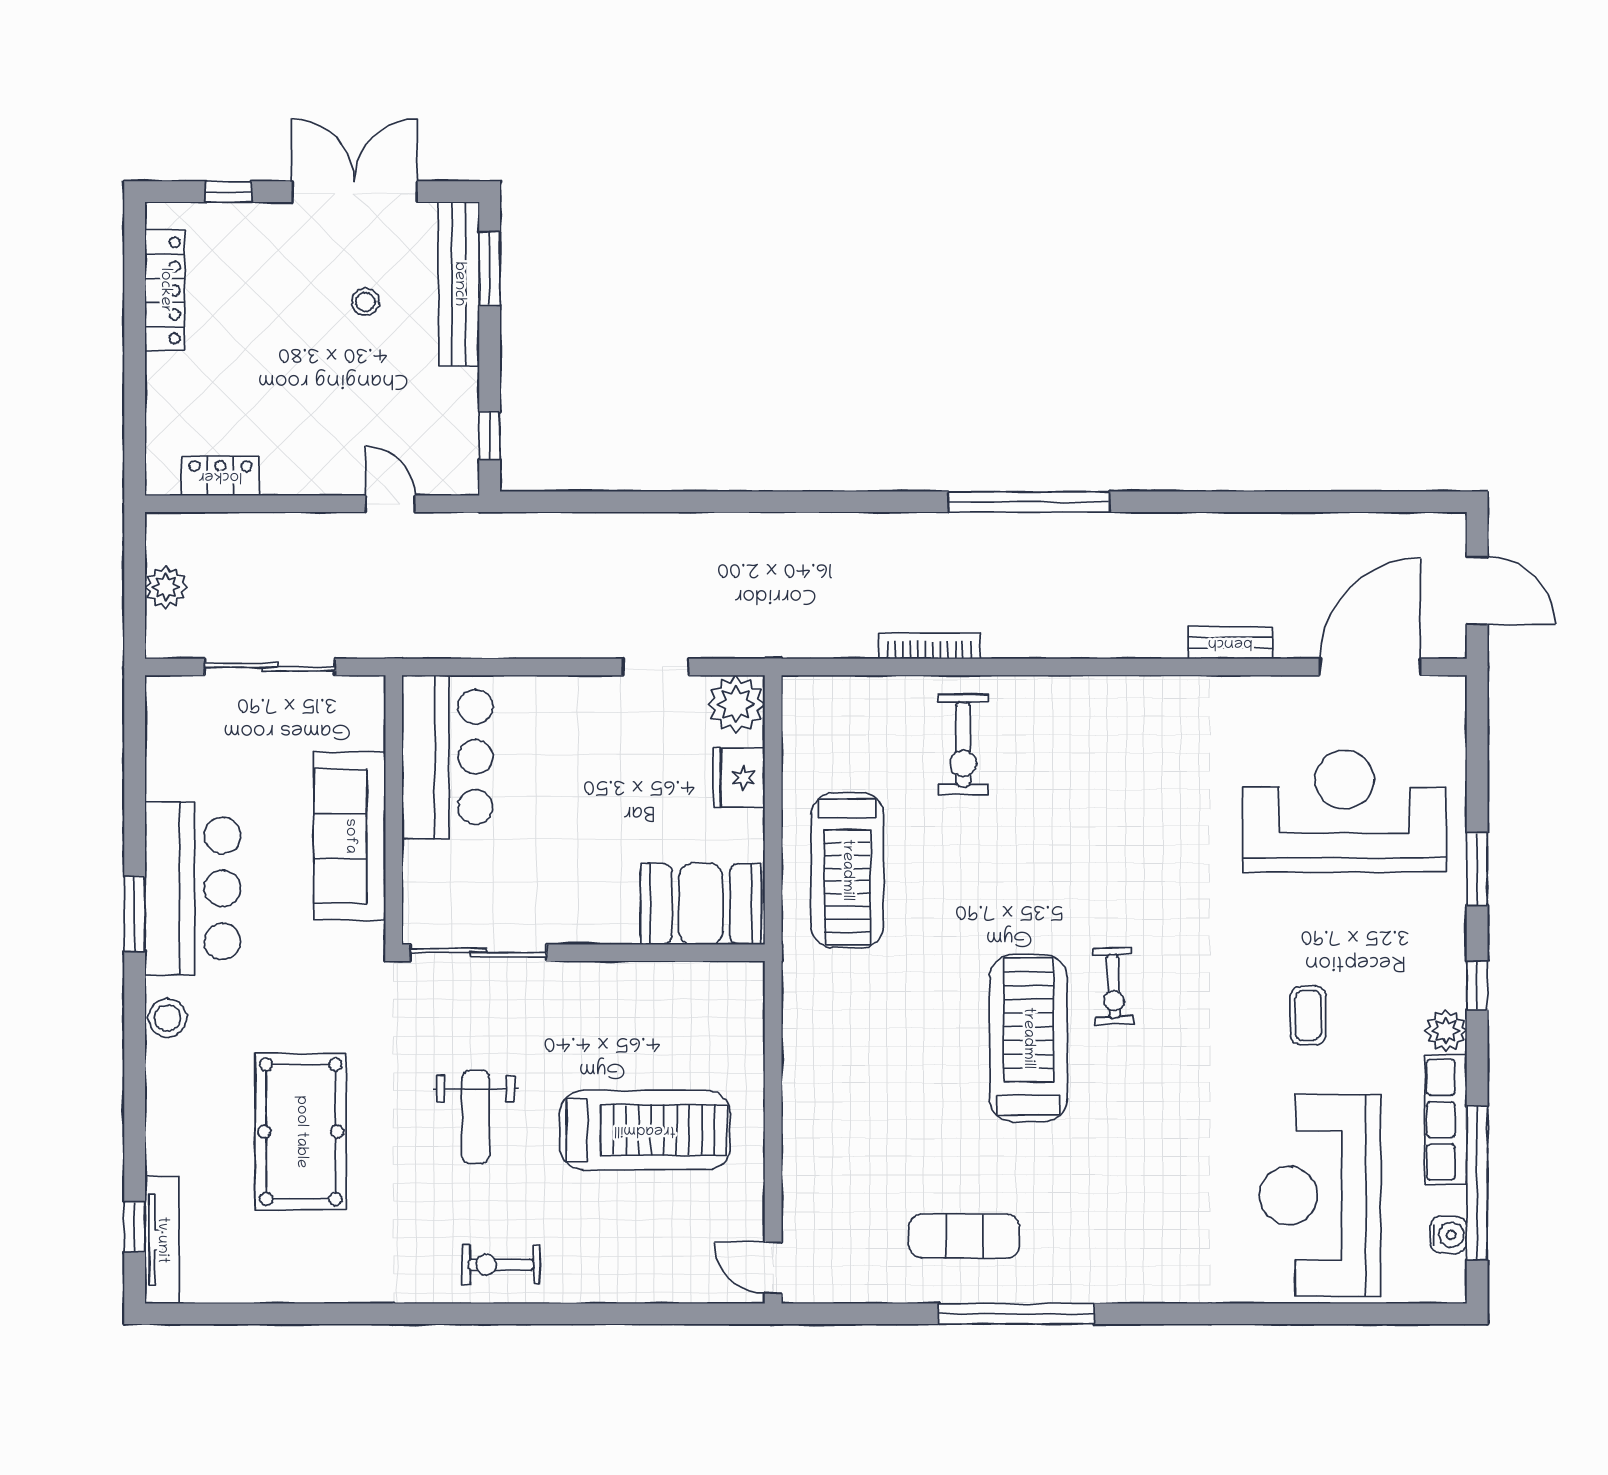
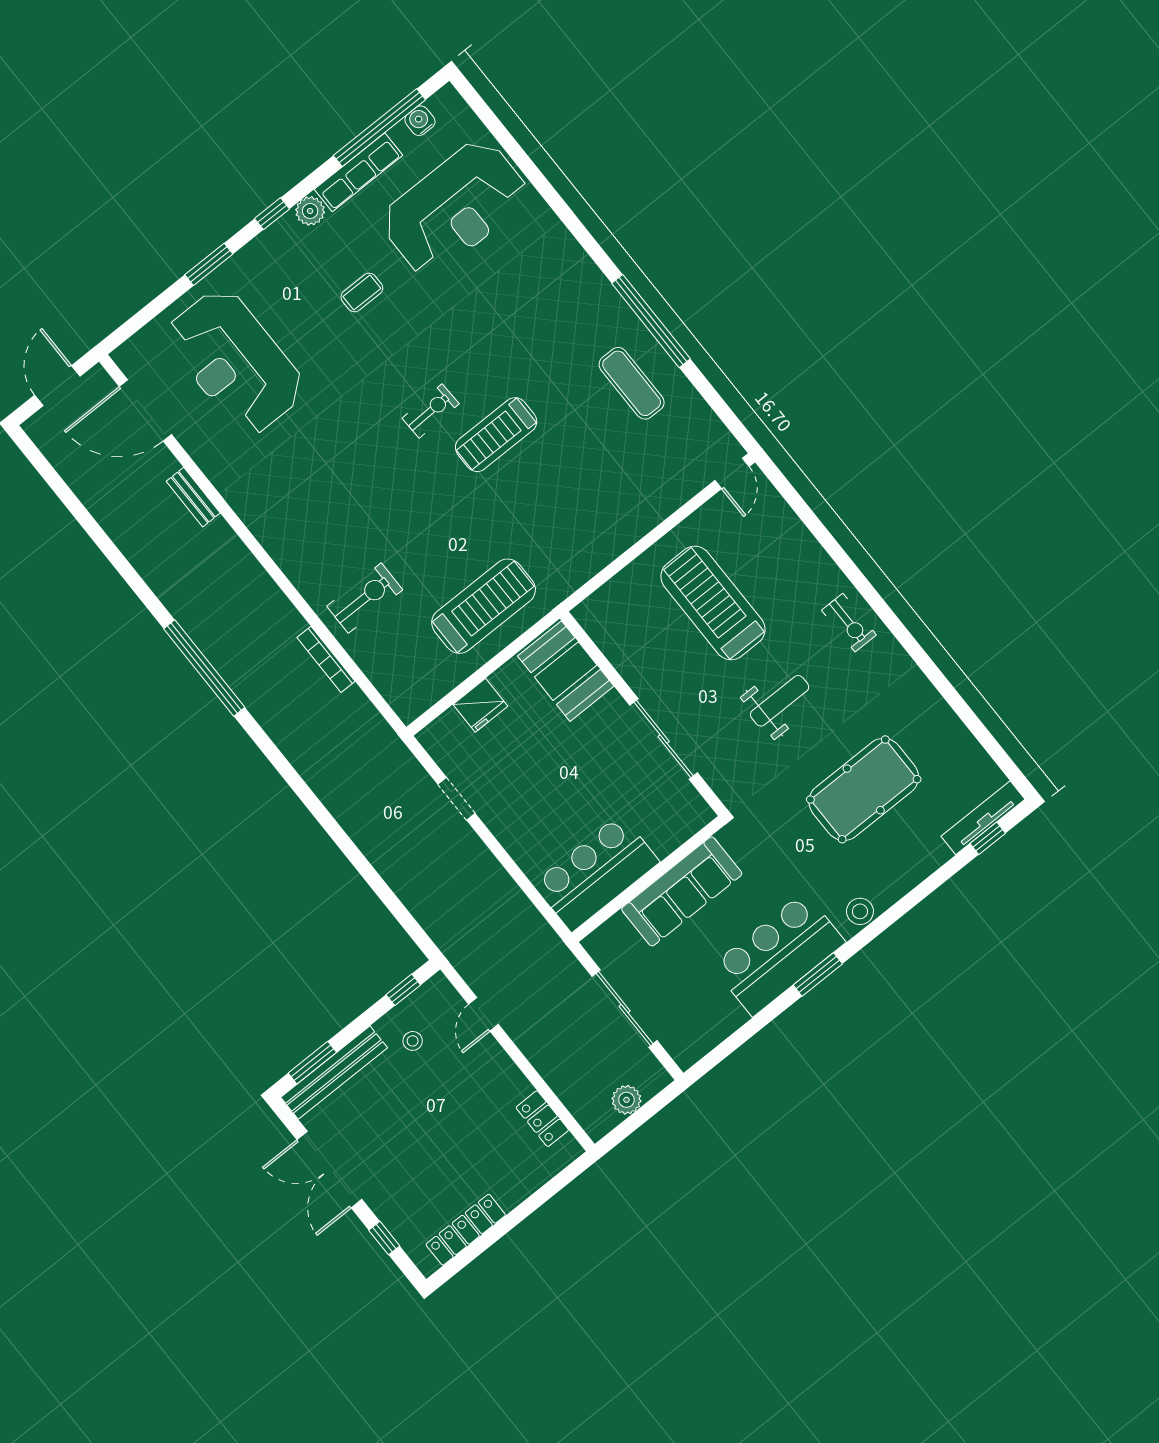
stool: (365, 302) -> (413, 1041), moved
plant: (736, 704) -> (442, 739), removed
sliding door: (478, 953) -> (664, 739), moved
treadmill: (1028, 1038) -> (496, 435), width x0.73, depth x0.73

